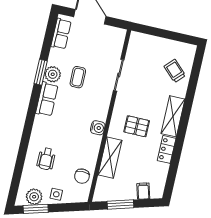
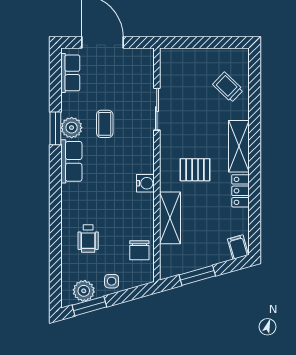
filing cabinet: (143, 191) -> (238, 247), moved

